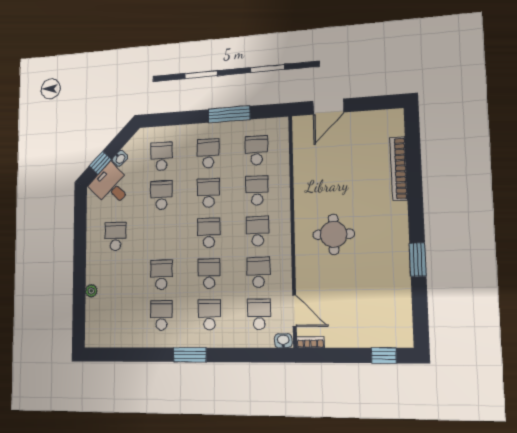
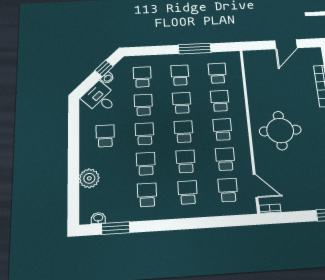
door: (328, 107) -> (286, 44), moved
window: (100, 163) -> (104, 68), moved
round table: (334, 234) -> (280, 131), width x1.36, depth x1.36
school desk: (161, 235) -> (145, 134), added
plant: (91, 291) -> (89, 178), width x1.88, depth x1.88
washbasin: (283, 341) -> (98, 218), moved
window: (190, 355) -> (116, 228), moved

